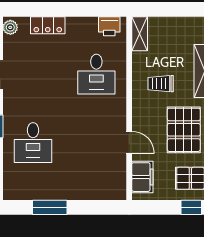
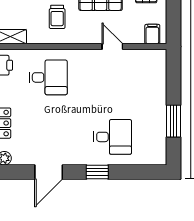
door: (129, 142) -> (112, 47), hinge flipped
filing cabinet: (142, 177) -> (152, 34), width x0.50

